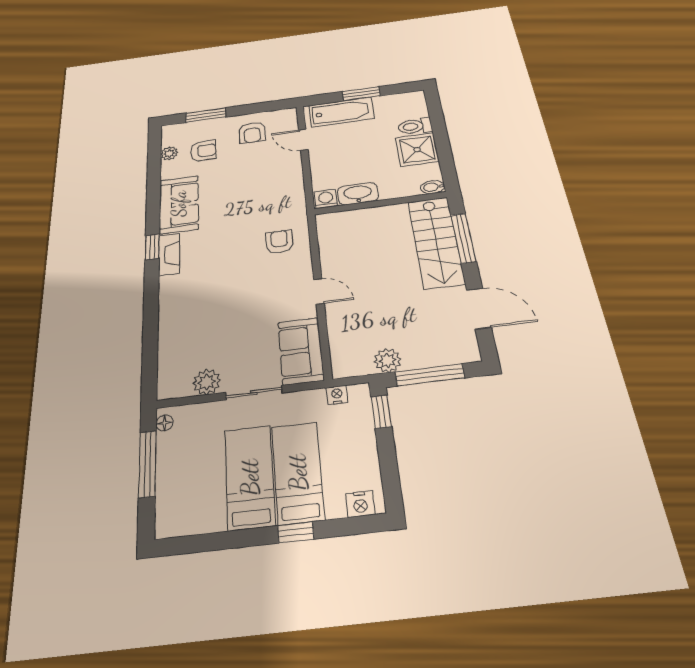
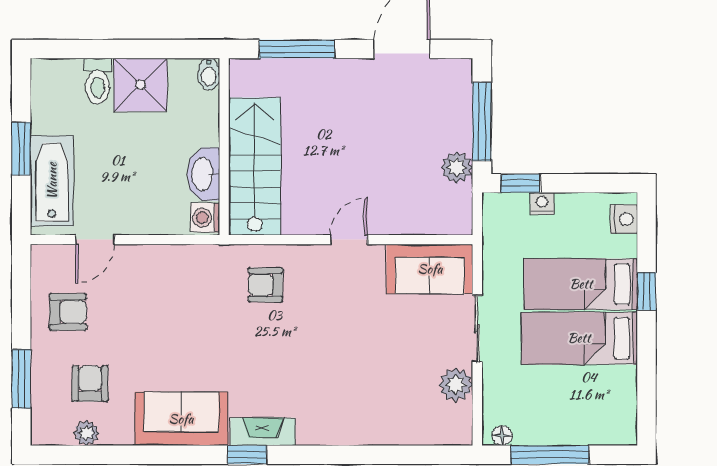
stairs: (436, 242) -> (255, 166), moved, turned -90
nightstand: (337, 395) -> (542, 203), moved, turned 90

